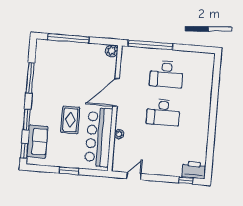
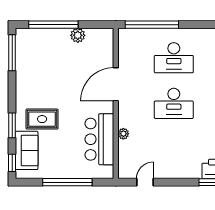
plant: (112, 51) -> (78, 35), moved
window: (30, 78) -> (12, 53), moved
rug: (70, 120) -> (42, 119), moved, turned 90
bar counter: (99, 137) -> (99, 139), width x0.73
window: (69, 171) -> (67, 182), width x2.11

